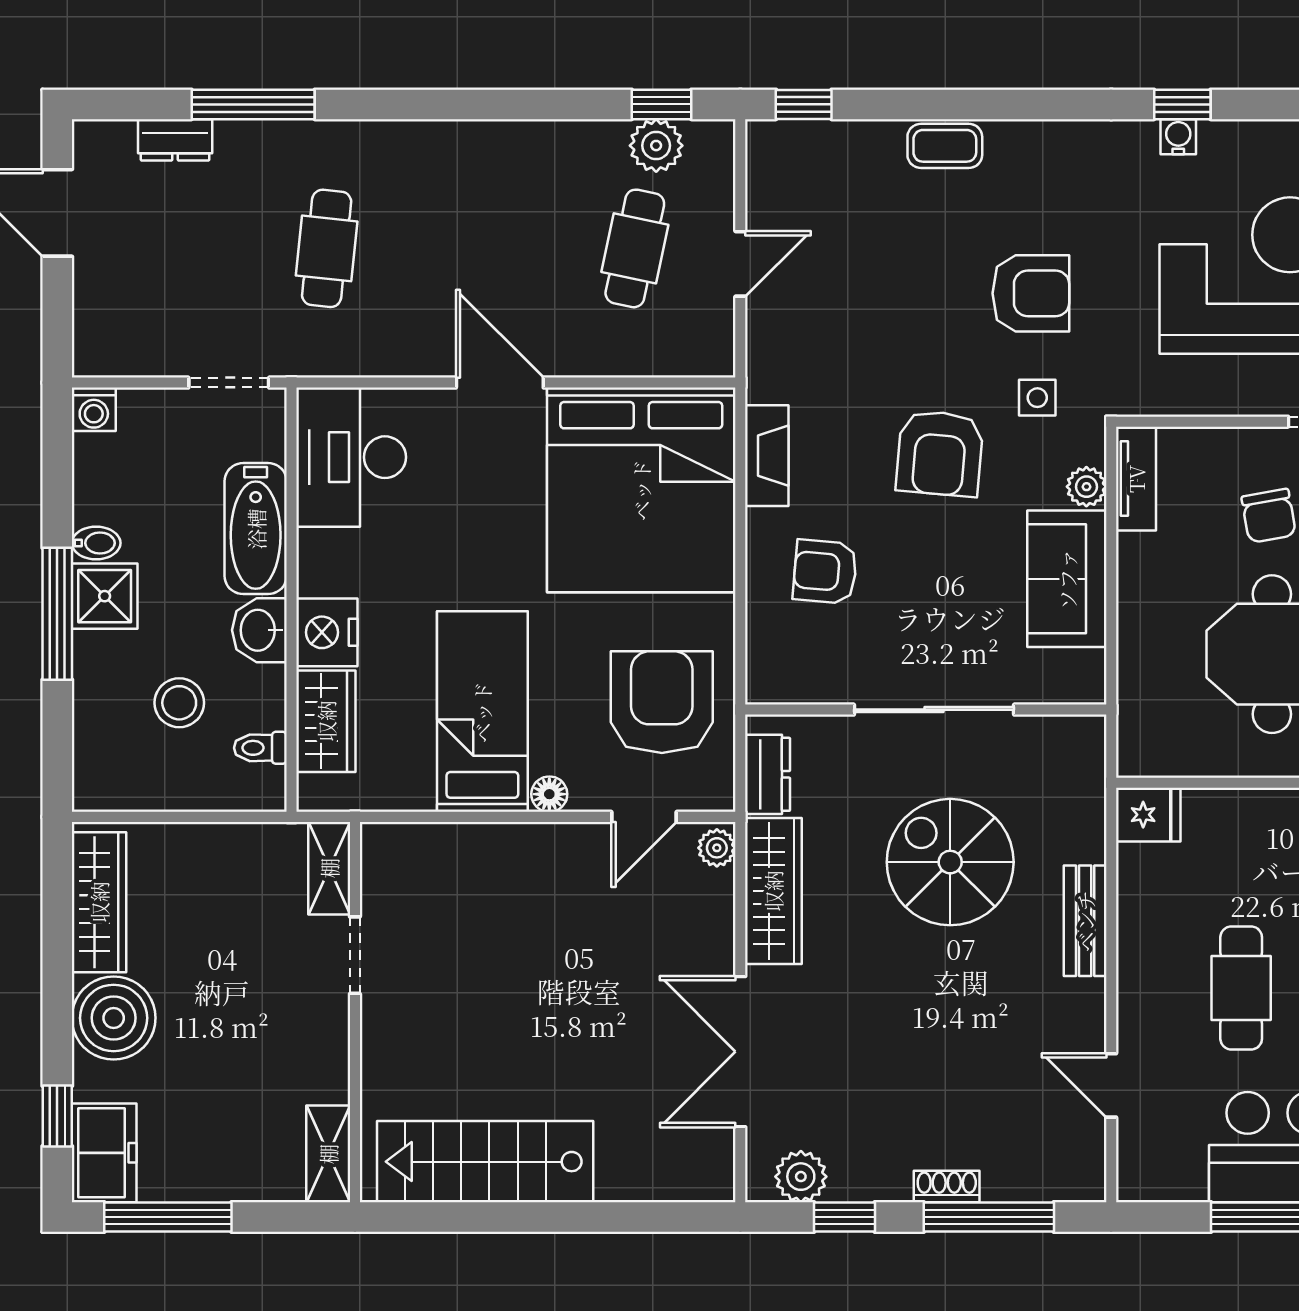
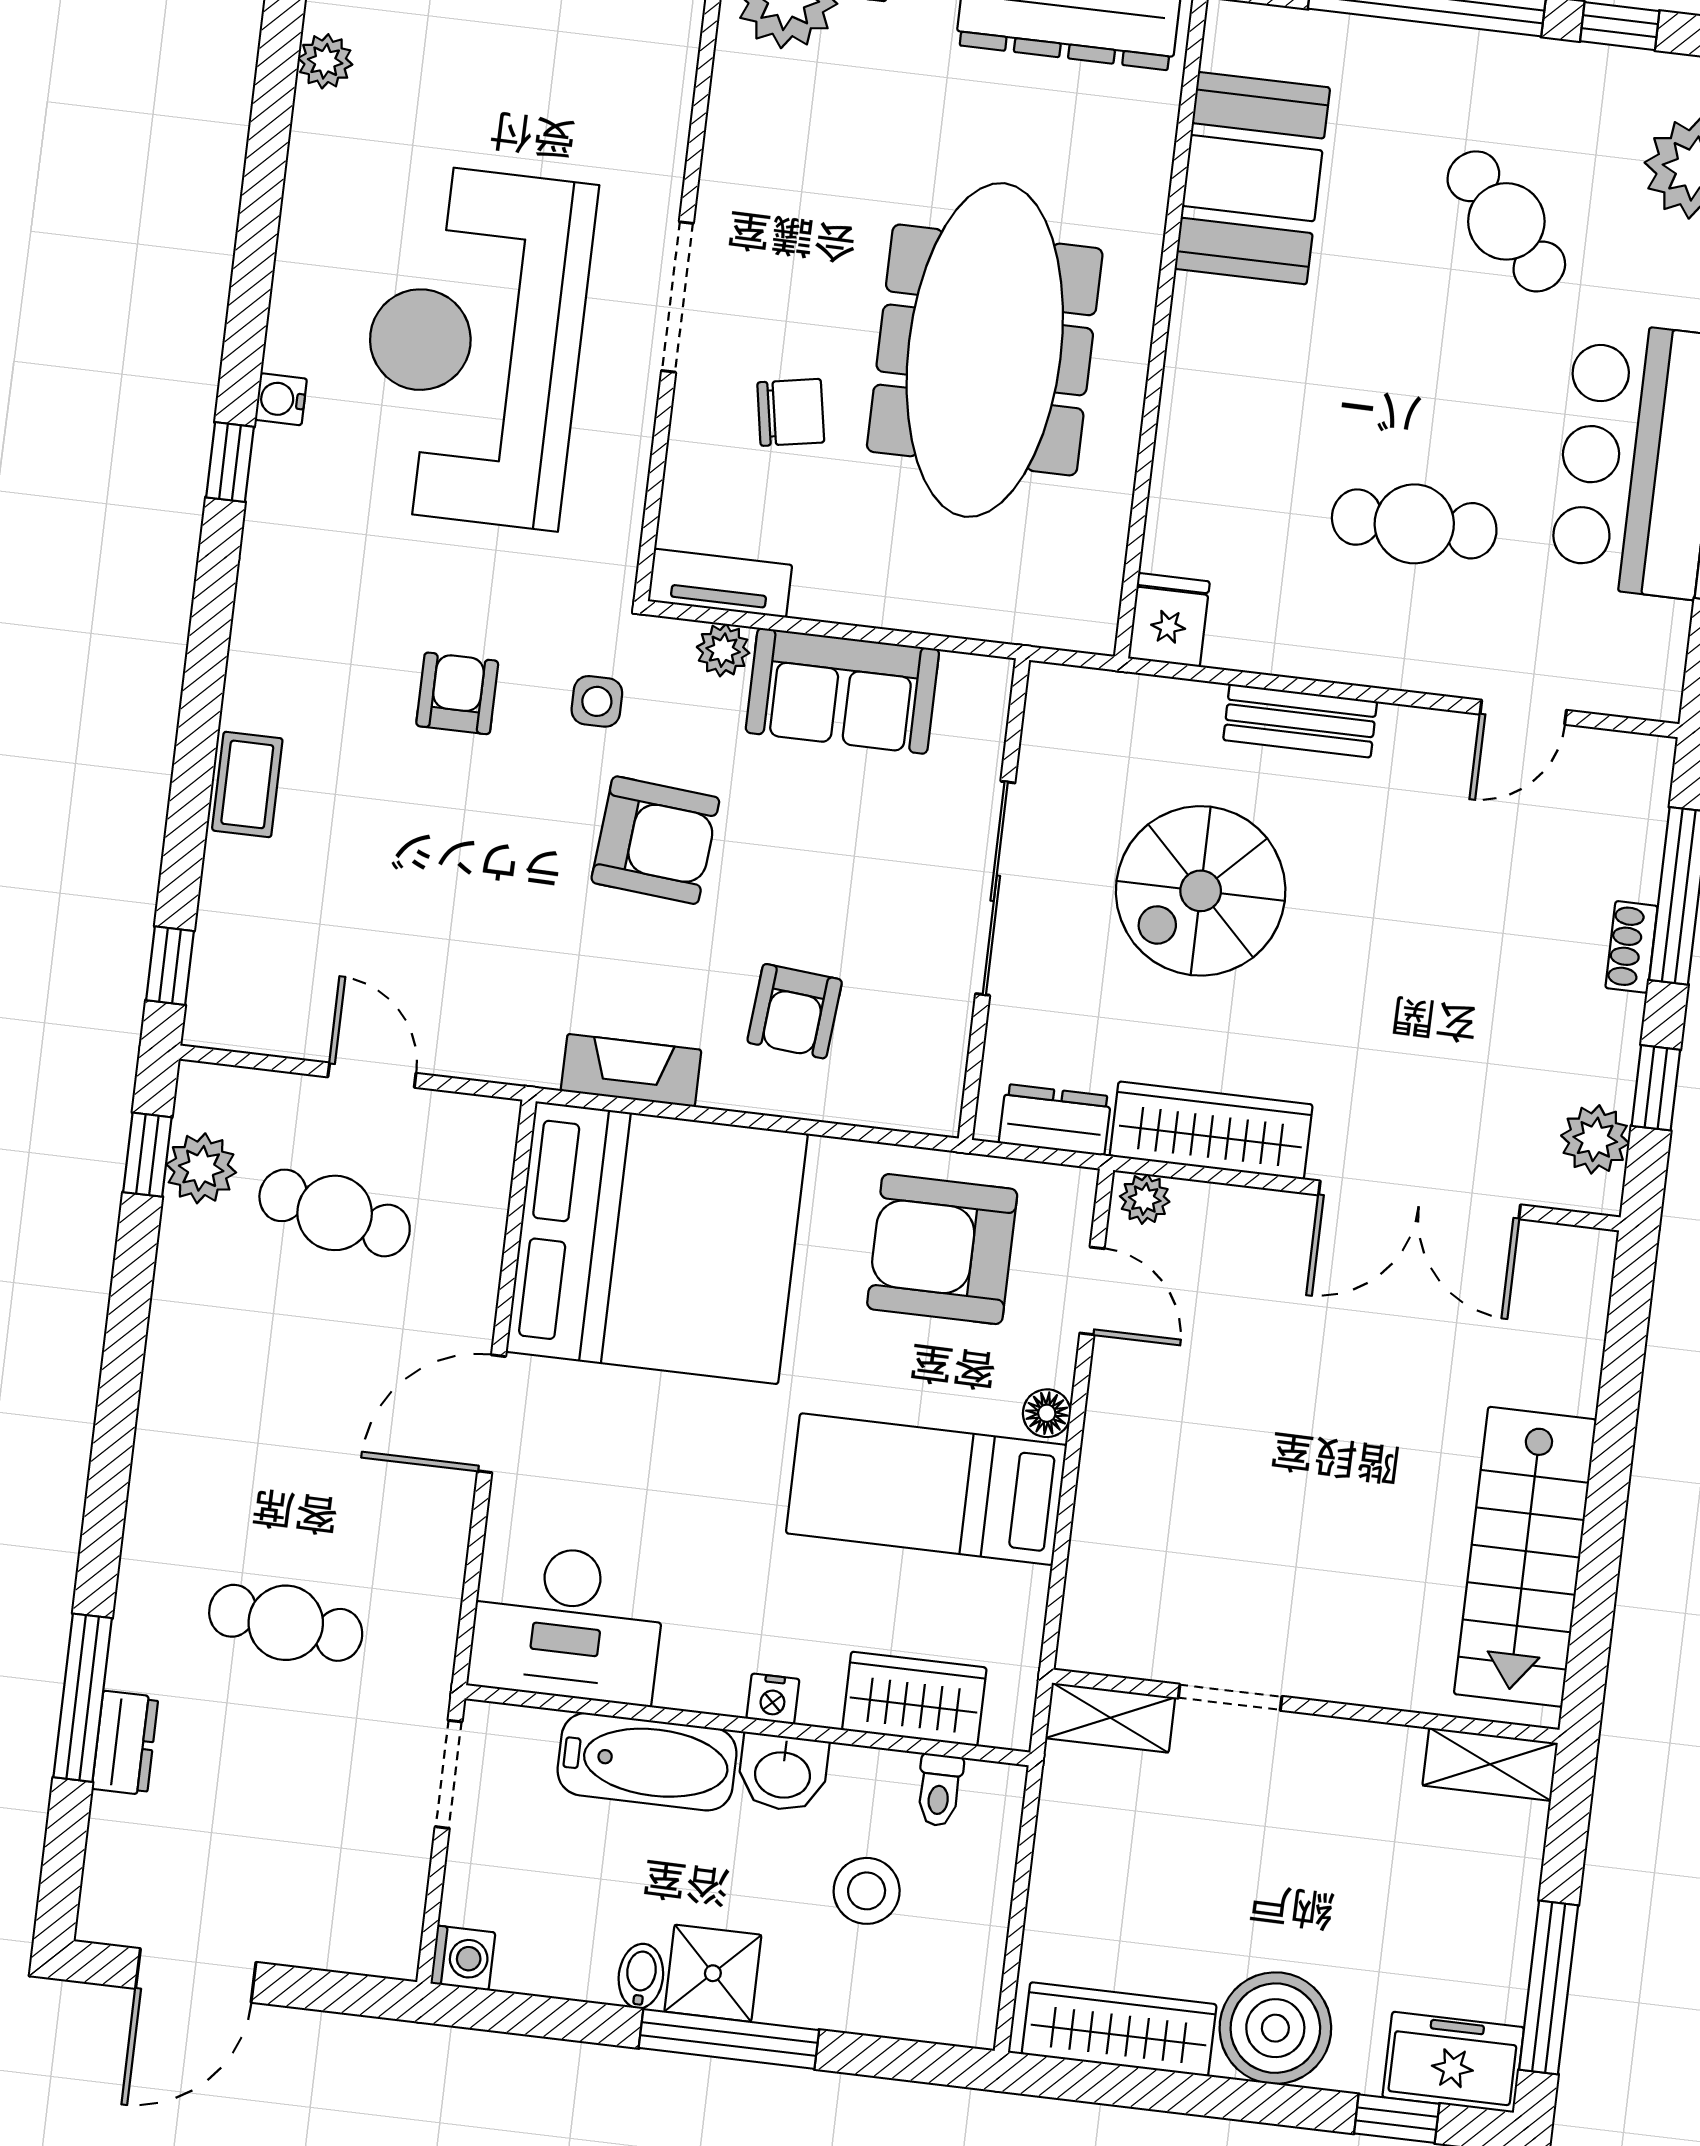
water cooler: (1178, 137) -> (281, 399), moved
dresser: (175, 140) -> (125, 1743), moved
armchair: (1031, 293) -> (457, 693), width x0.72, depth x0.72
nightstand: (327, 632) -> (773, 1699), width x0.53, depth x0.56

